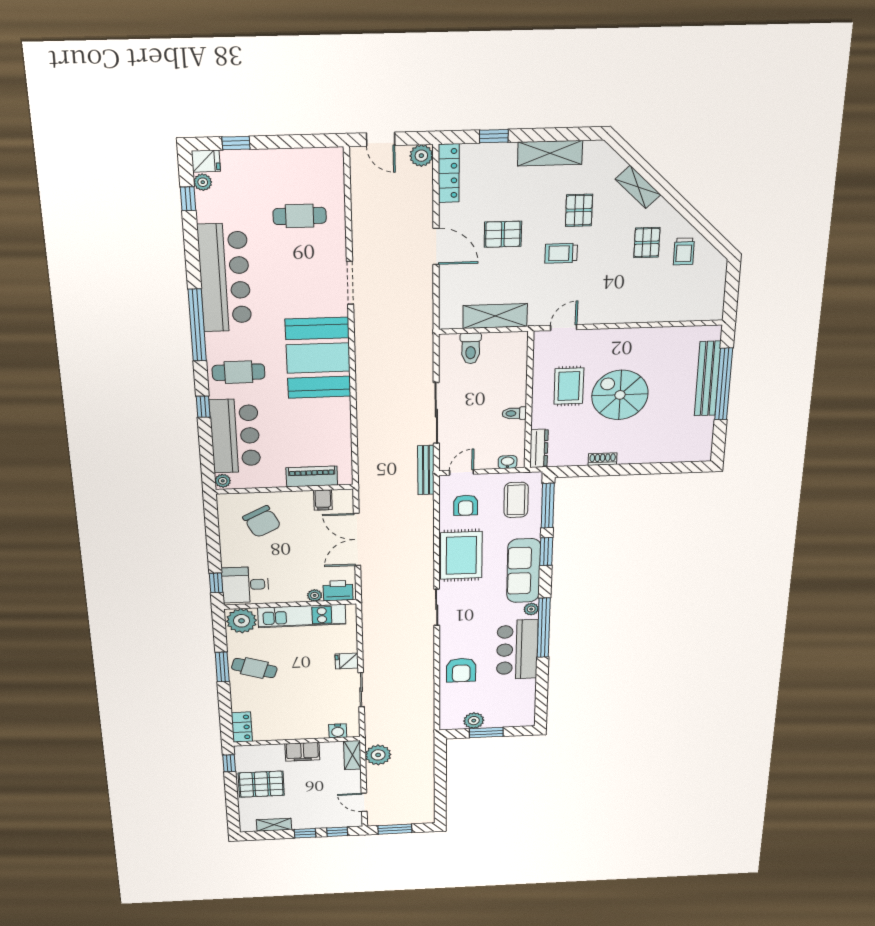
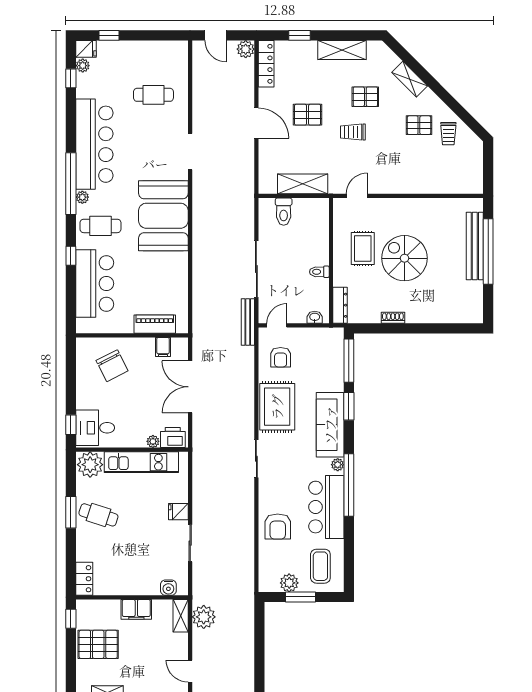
pallet: (579, 210) -> (365, 97), turned 90
pallet: (647, 243) -> (419, 125), turned 90
plant: (223, 481) -> (82, 197), moved
coffee table: (516, 500) -> (320, 566), moved

